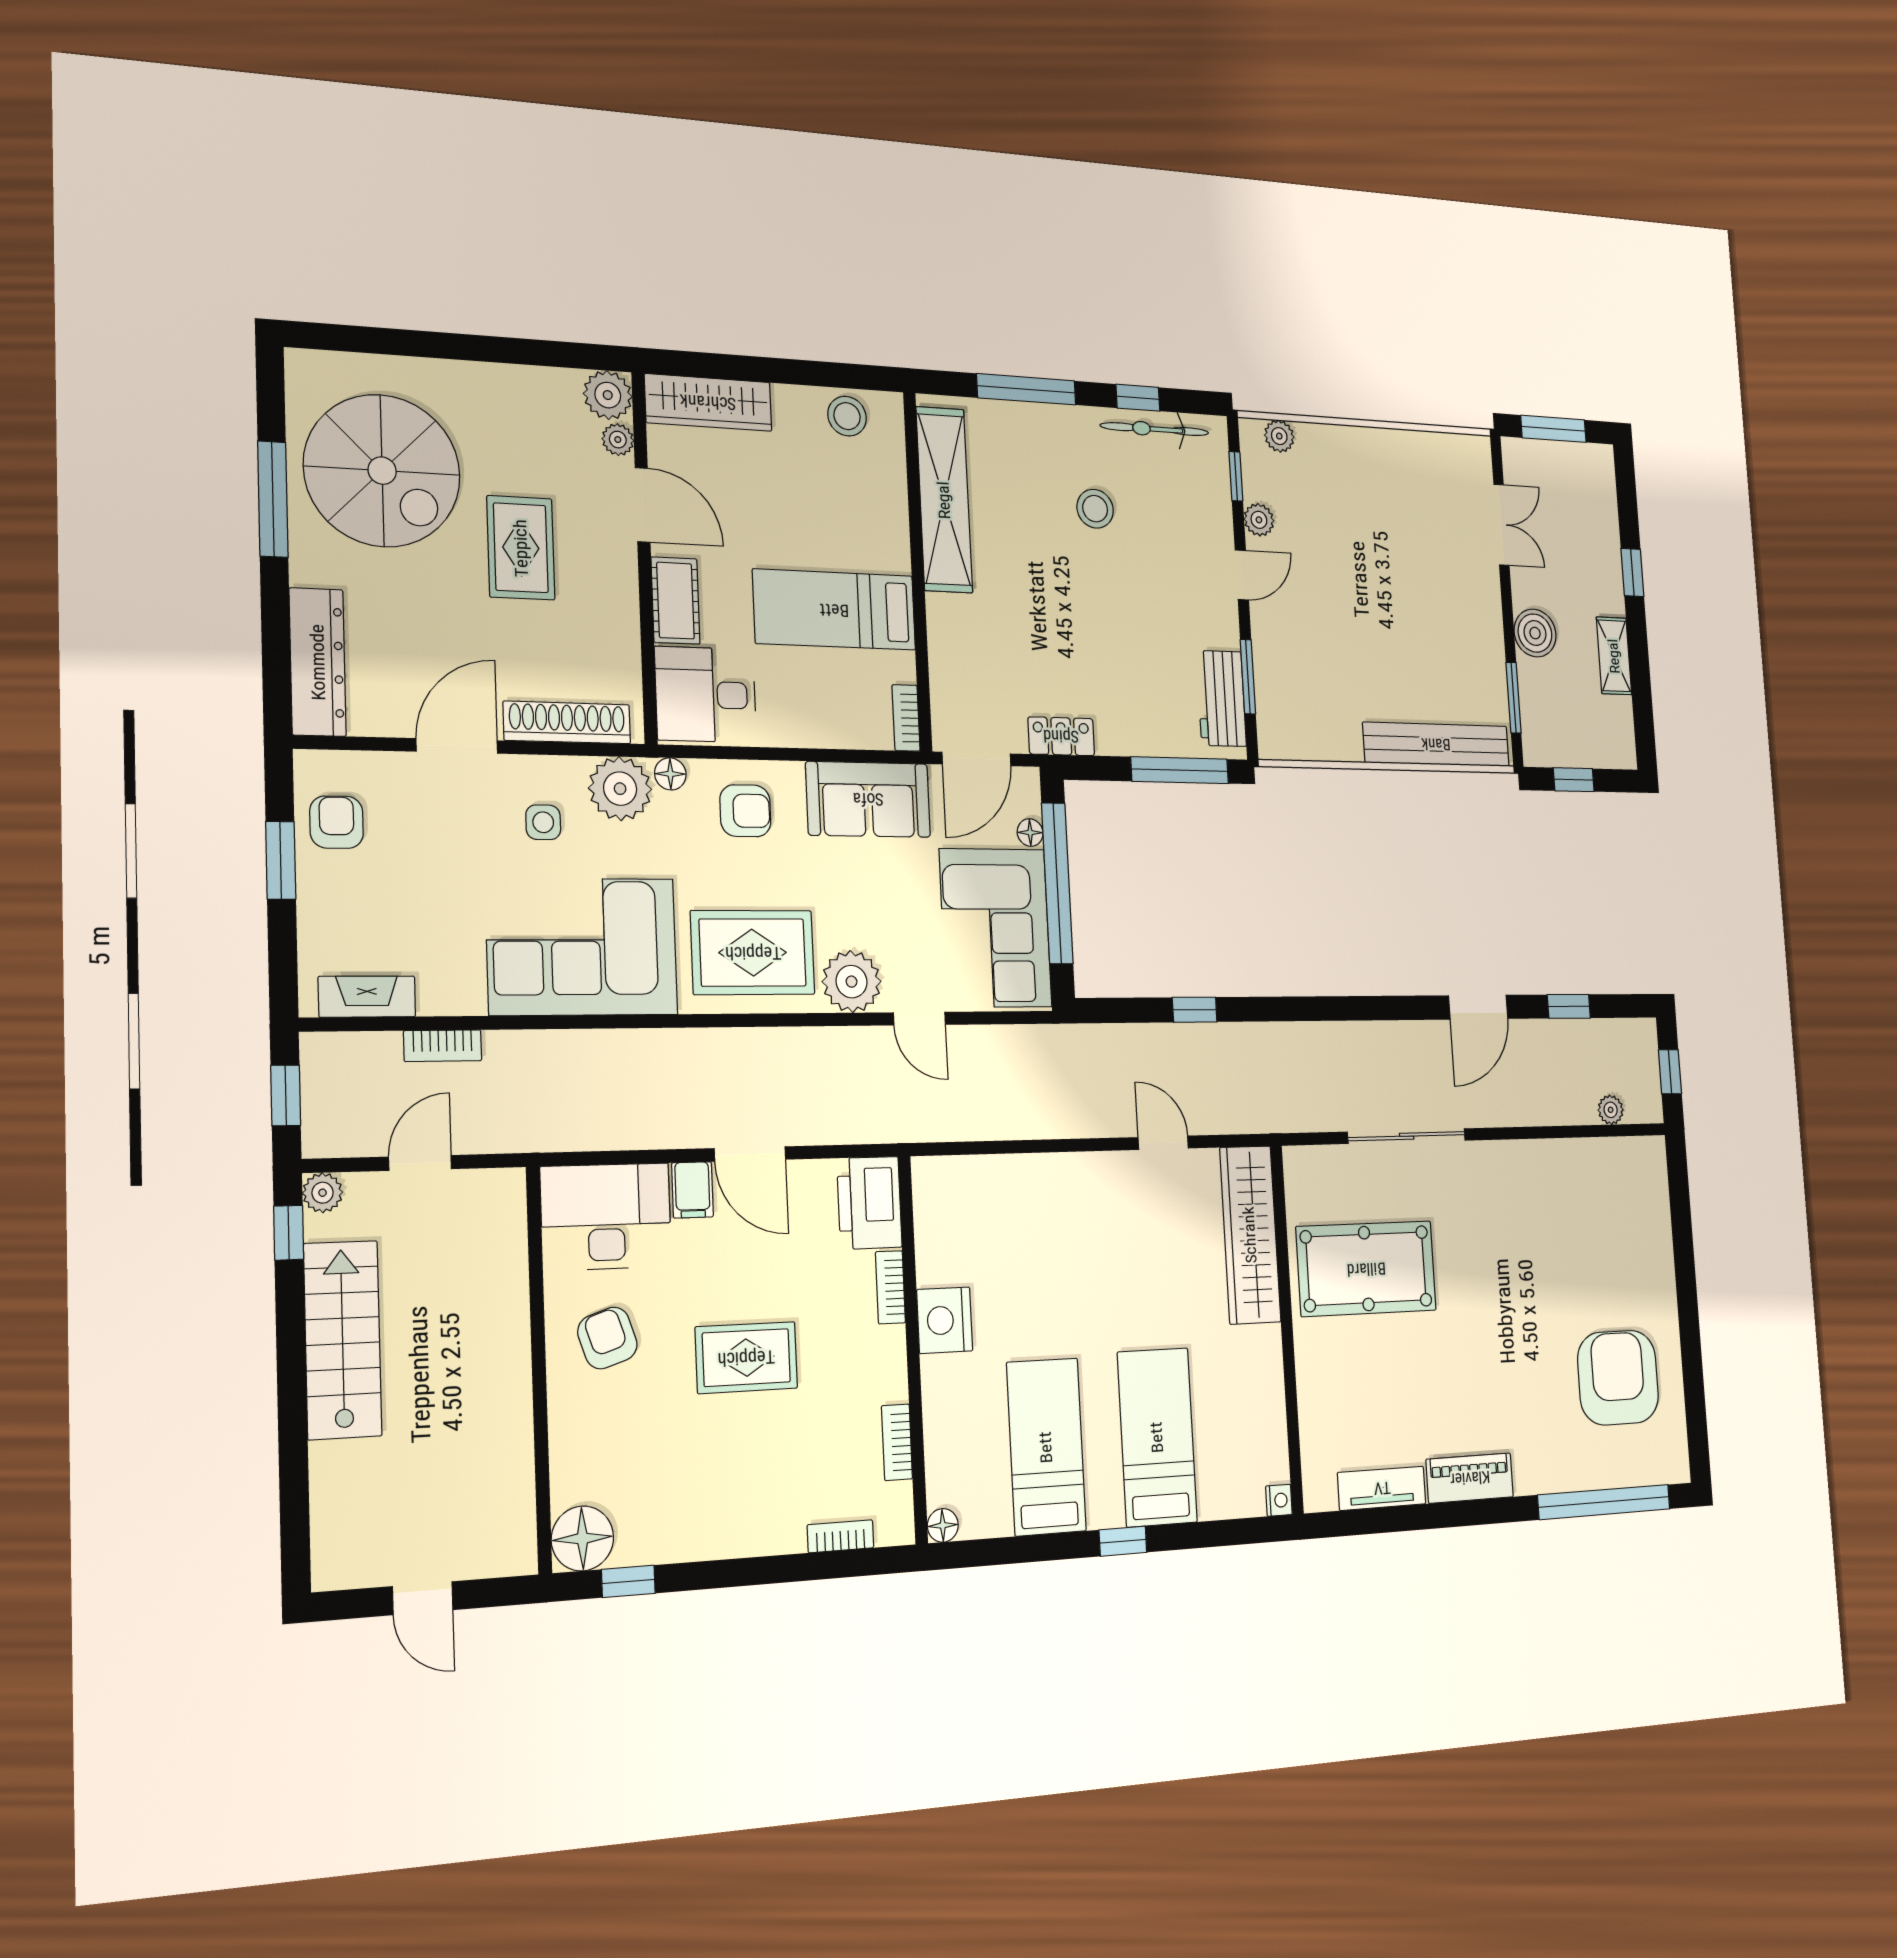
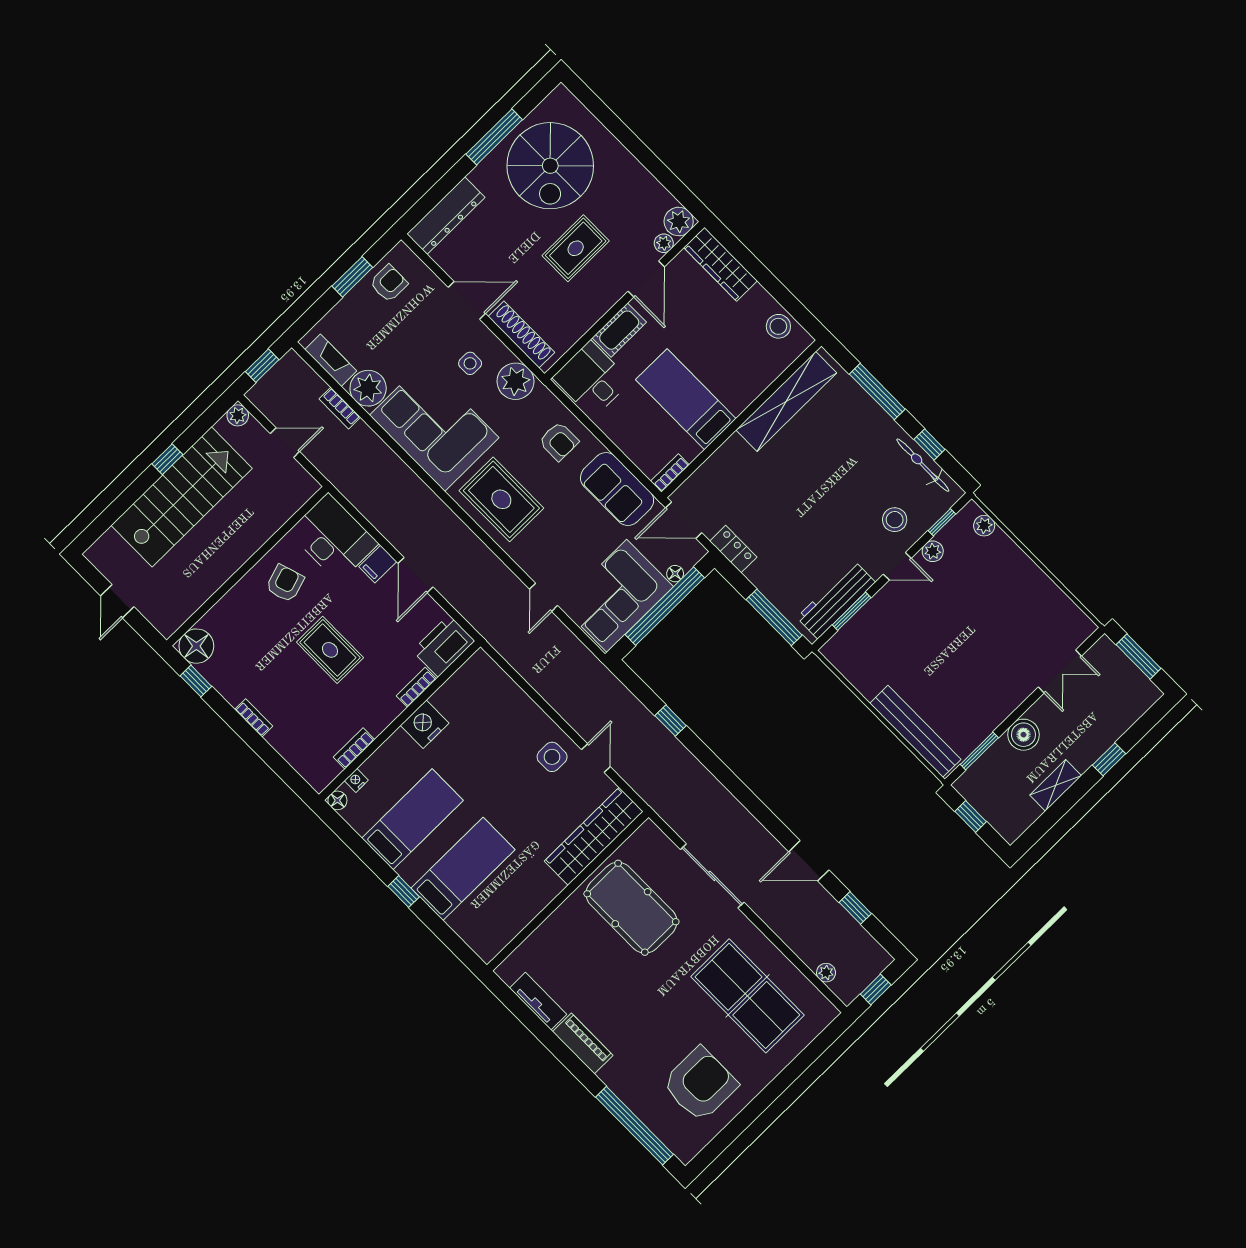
stool: (1095, 509) -> (895, 520), moved
workbench: (1221, 698) -> (836, 600), width x1.38
floor lamp: (670, 774) -> (543, 396), removed
plant: (852, 982) -> (368, 388), moved
side table: (1117, 1196) -> (552, 757), added
table tennis table: (1567, 1226) -> (747, 996), added
window: (289, 1233) -> (167, 459), moved
stairs: (343, 1340) -> (182, 497), width x1.36, depth x1.51
nightstand: (1279, 1500) -> (356, 780), moved, turned 180
bookcase: (840, 1536) -> (254, 718), moved

